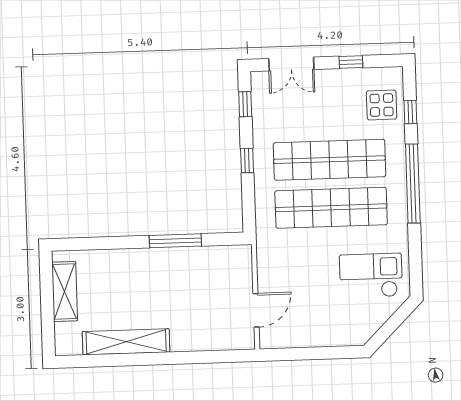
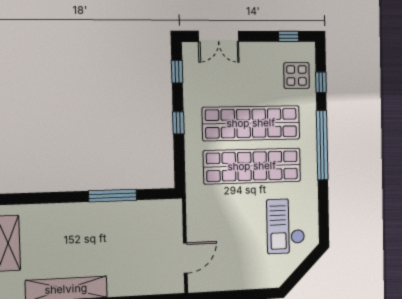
window: (351, 62) -> (289, 36), moved
checkout: (371, 276) -> (286, 226), turned -90

